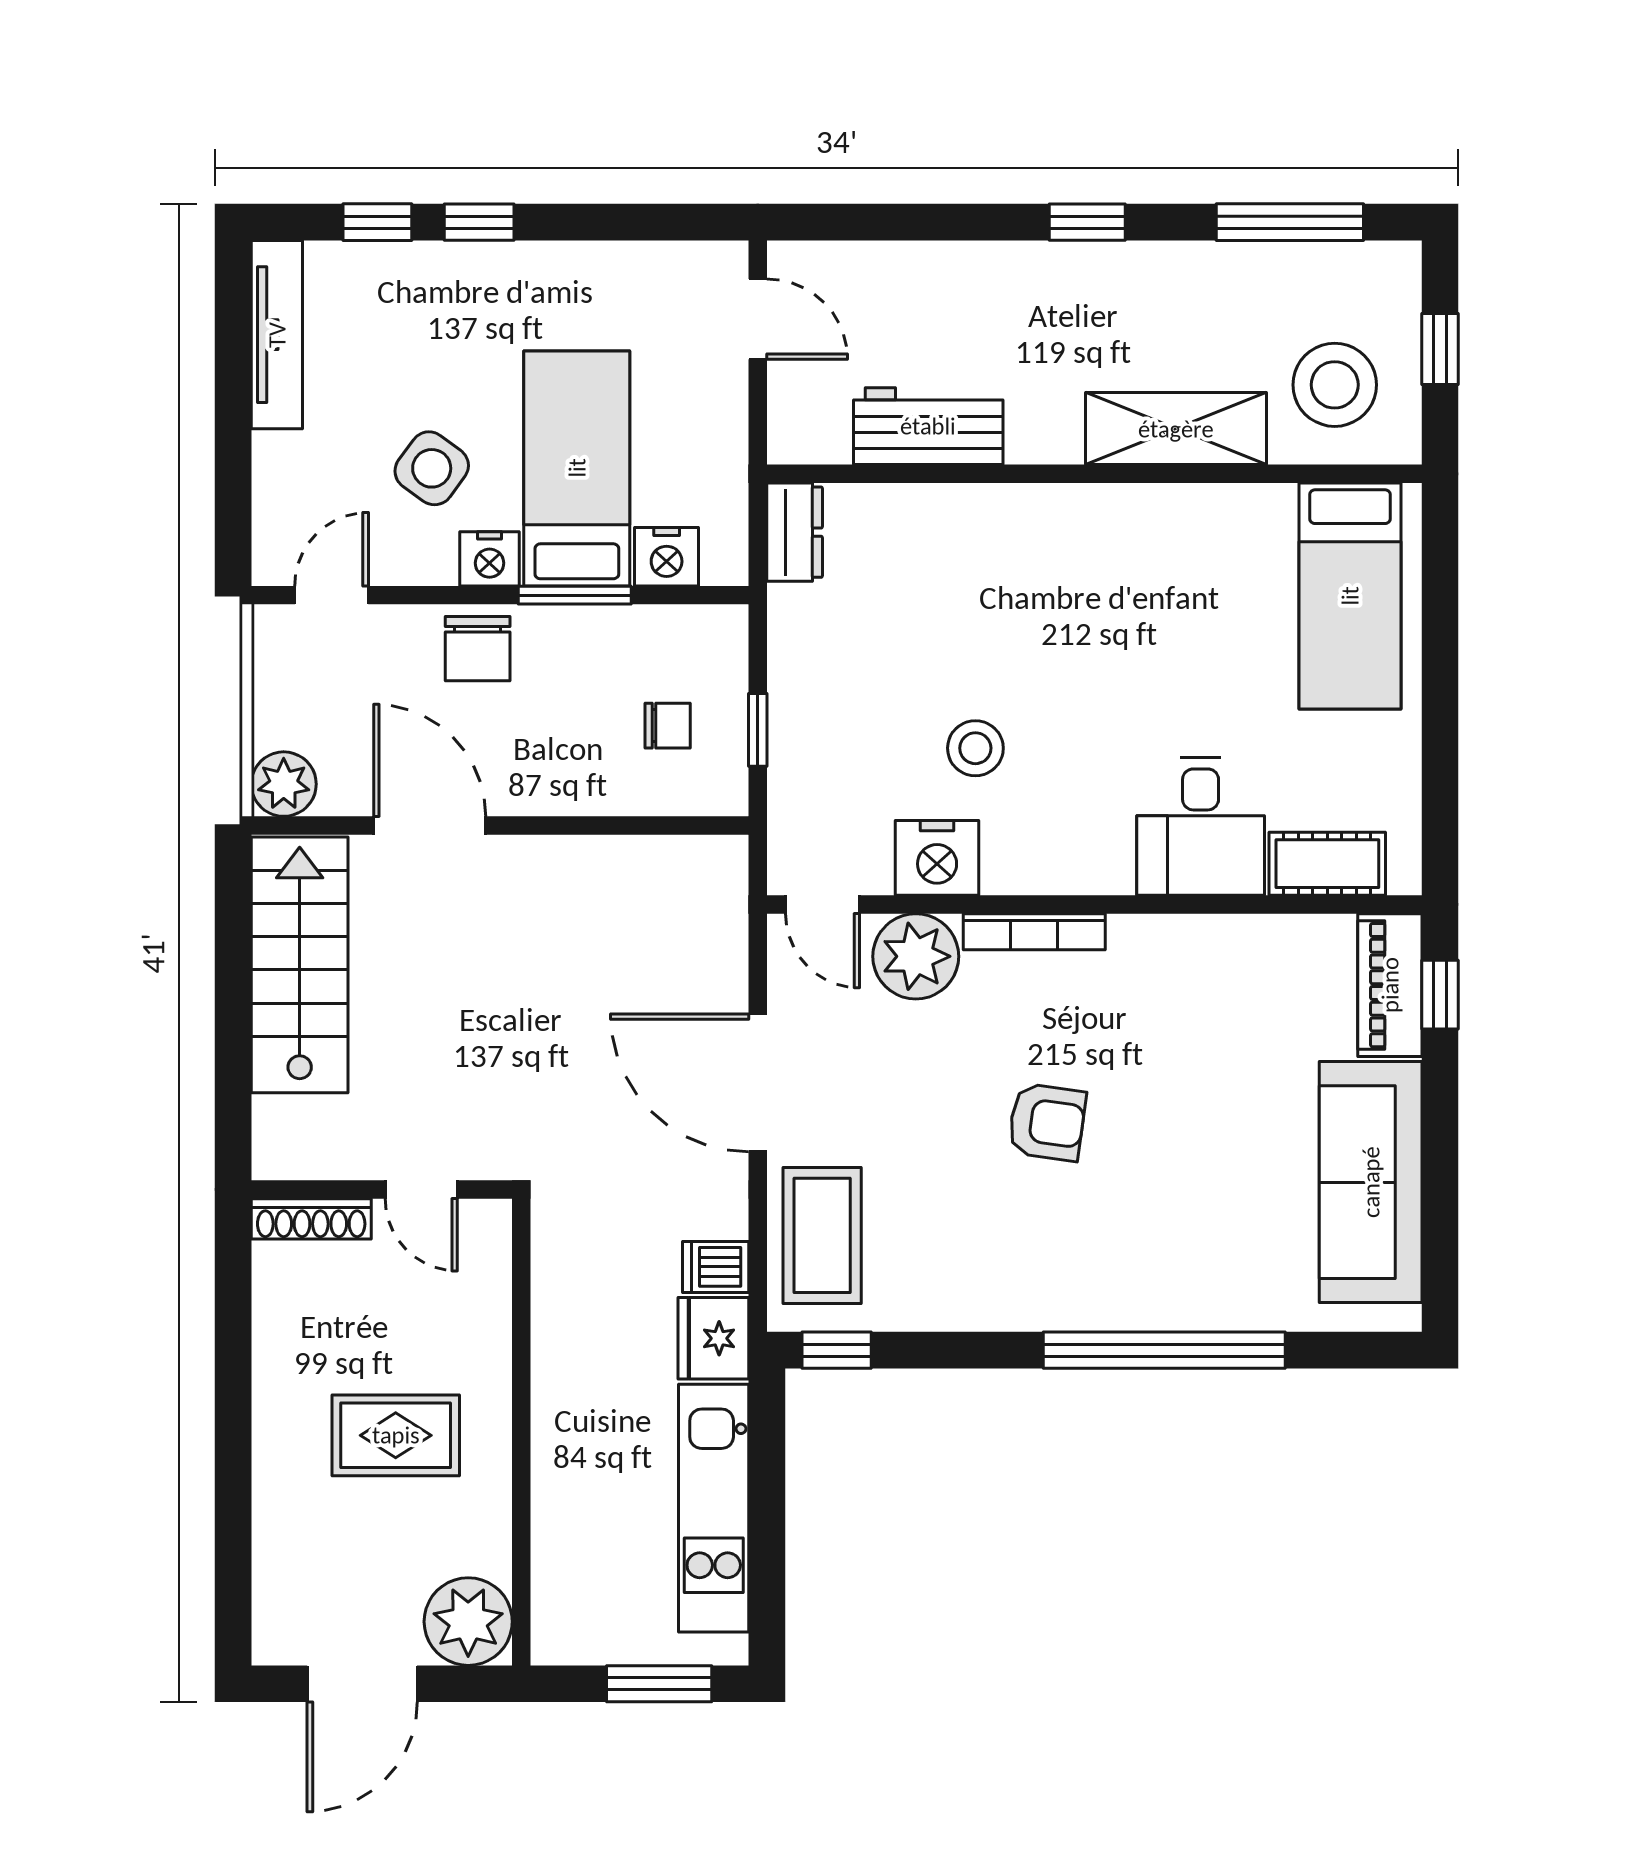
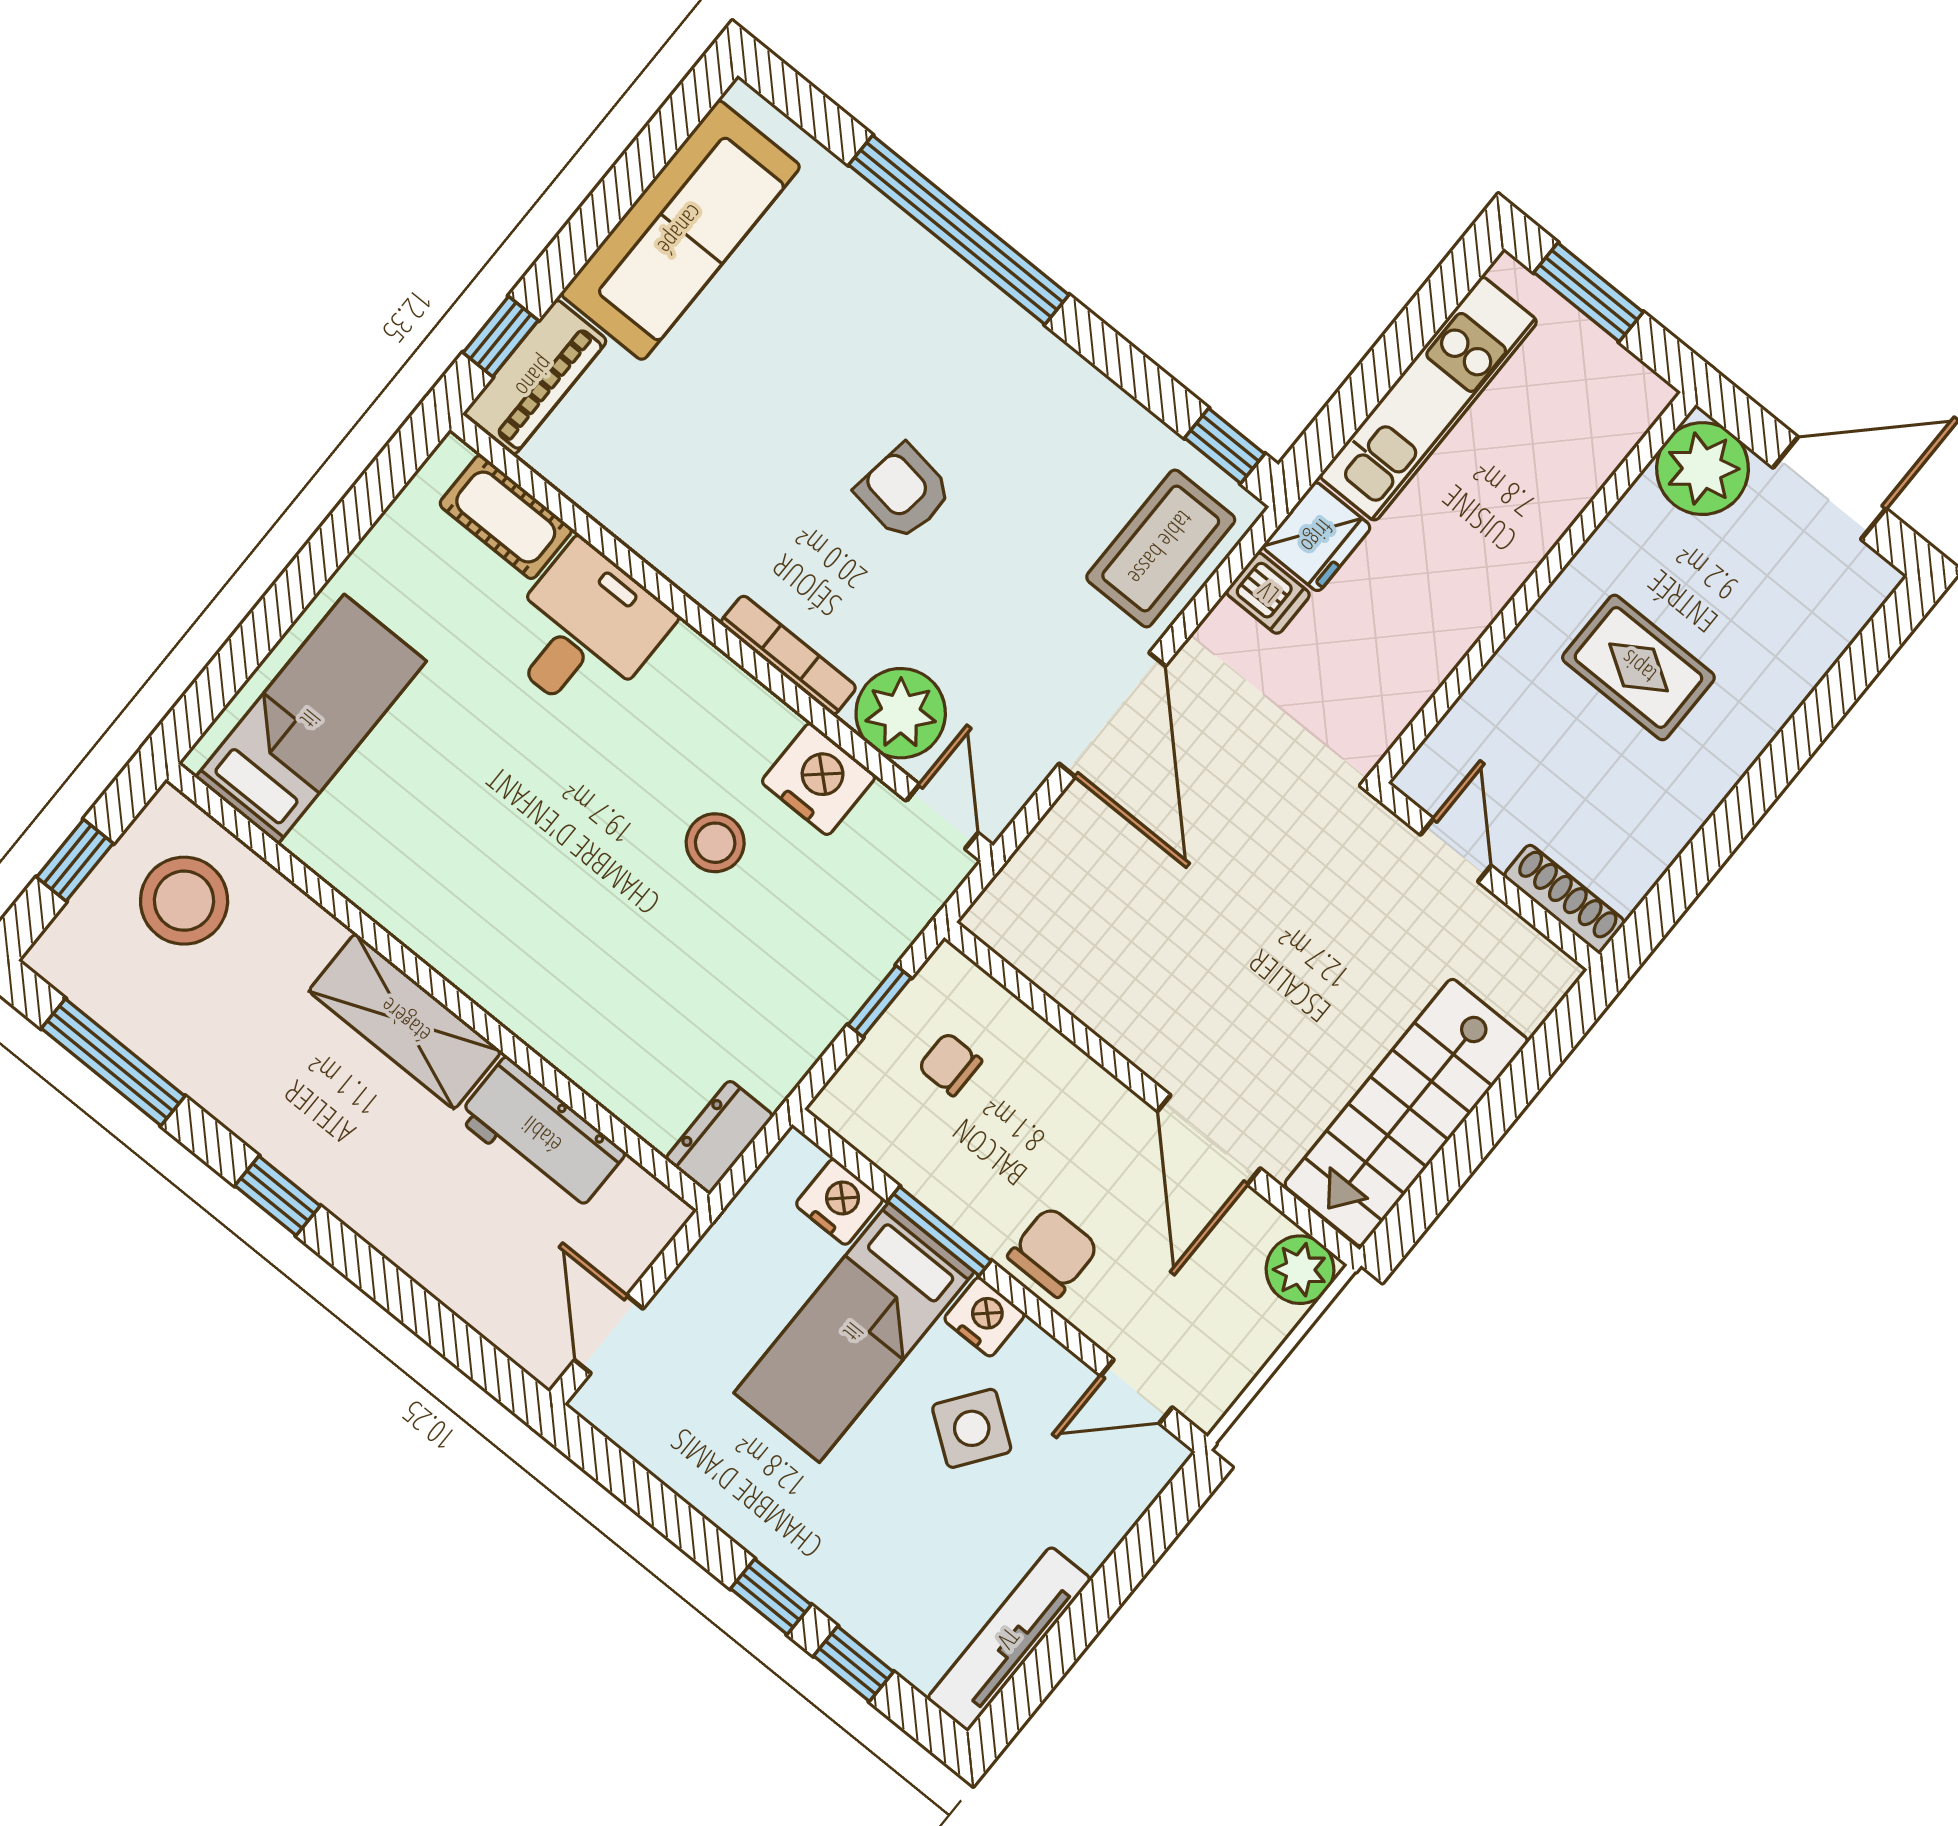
shelving: (1176, 429) -> (405, 1021), moved

